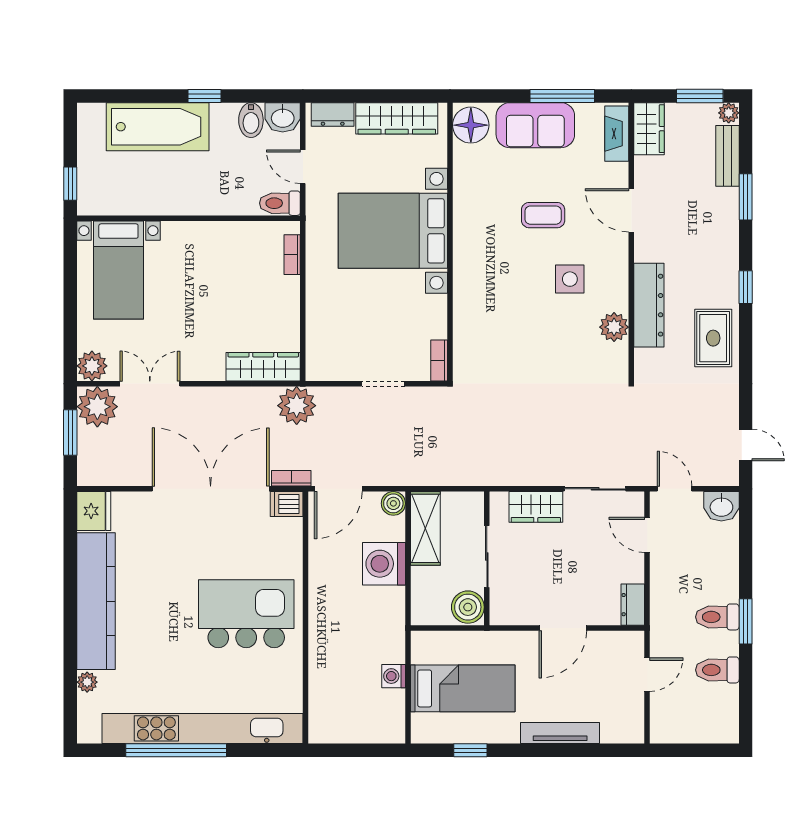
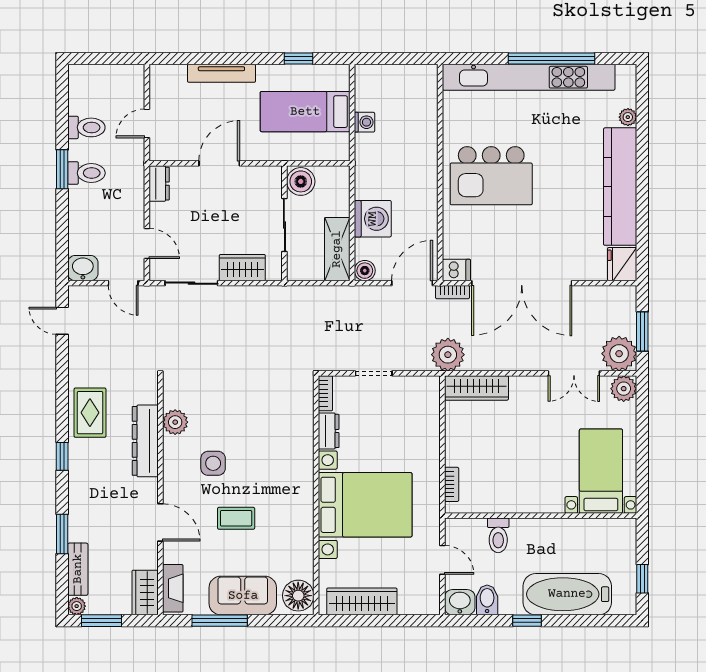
dresser: (333, 114) -> (329, 431), moved, turned 90
window: (70, 184) -> (642, 579), moved
toilet: (280, 203) -> (498, 535), moved, turned 90

